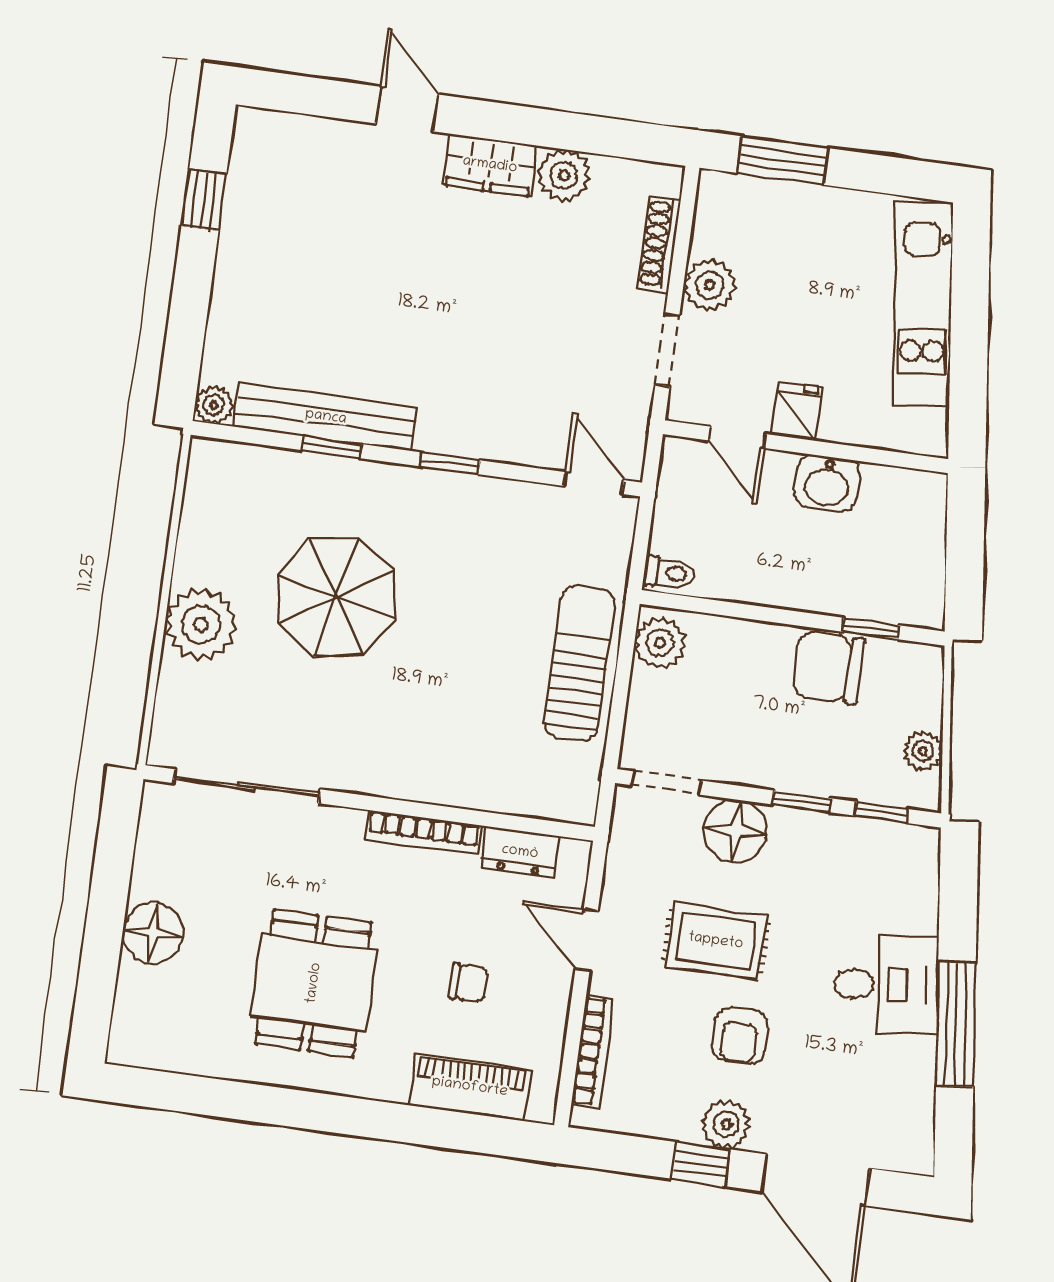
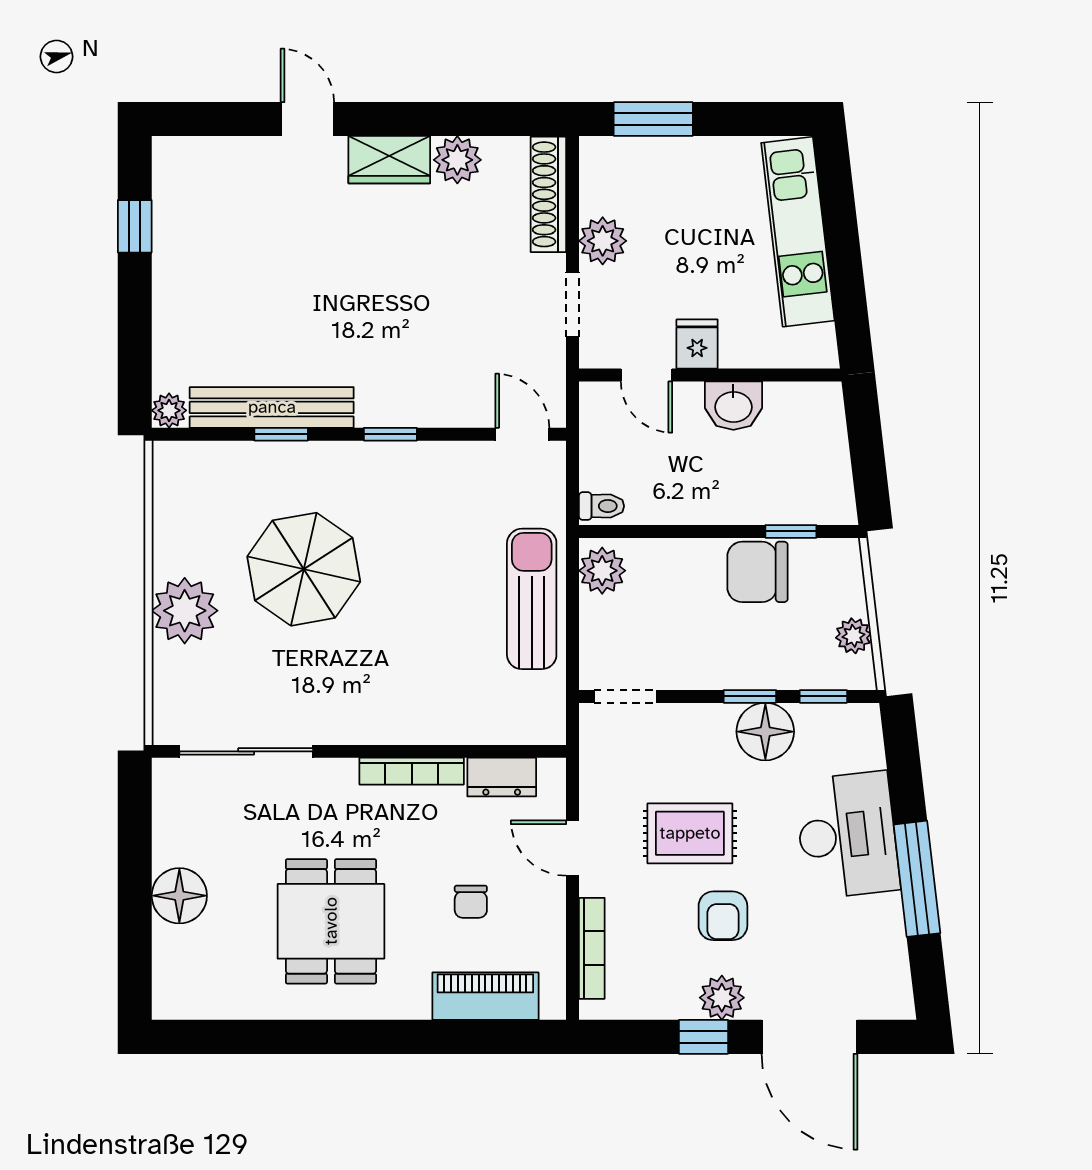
shoe rack: (659, 244) -> (548, 194), width x1.36, depth x1.24
floor lamp: (735, 831) -> (765, 732), moved
chair: (468, 983) -> (471, 902), turned 90
desk: (886, 984) -> (847, 835), width x1.37

